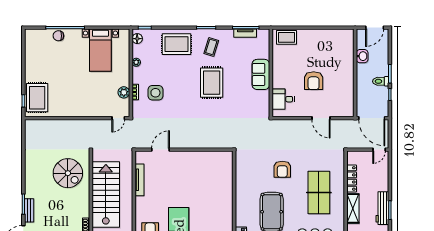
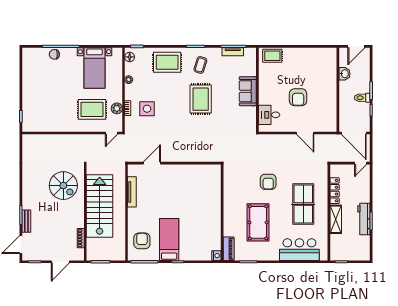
rug: (37, 98) -> (92, 109), moved, turned 90

